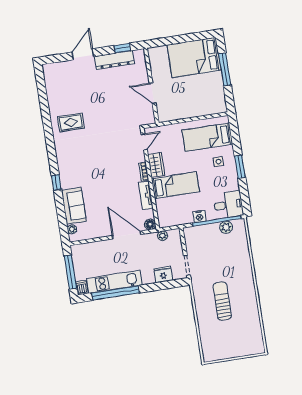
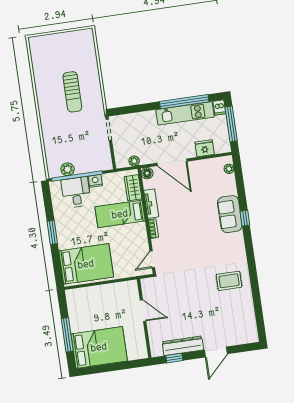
bed: (207, 137) -> (86, 264), width x1.50
side table: (218, 162) -> (75, 238), removed
wardrobe: (156, 165) -> (133, 188), moved
desk: (228, 205) -> (76, 192), moved, turned 90
sofa: (74, 206) -> (230, 214), moved
fridge: (163, 274) -> (205, 148), moved, turned 180

